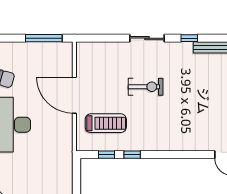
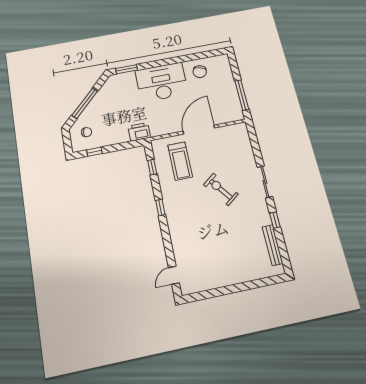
exercise bike: (146, 87) -> (221, 189), turned 143
window: (132, 155) -> (160, 208), moved
printer: (64, 161) -> (139, 132), added

